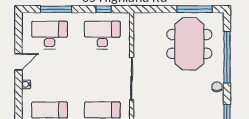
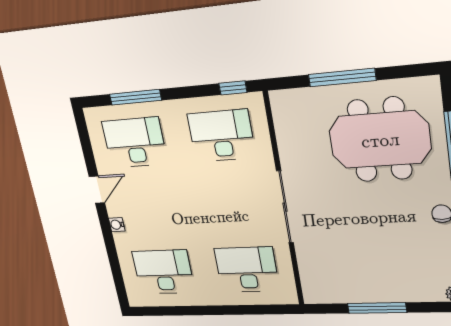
window: (104, 9) -> (233, 88), moved
window: (194, 9) -> (342, 77), moved
meeting table: (189, 44) -> (380, 140), turned 90

